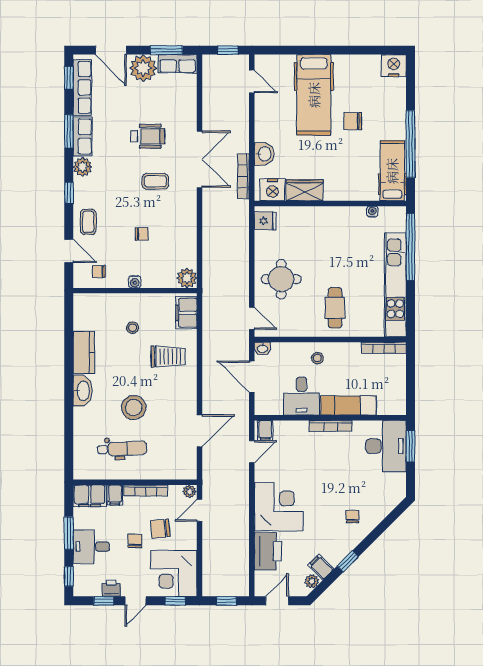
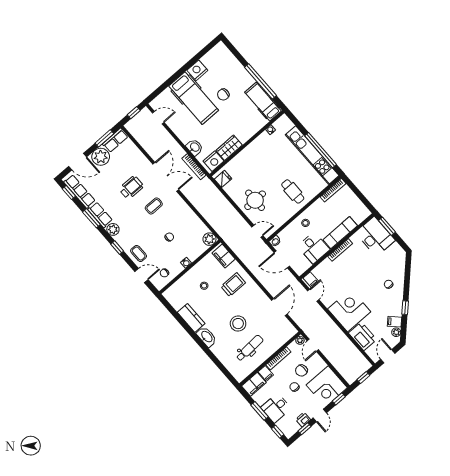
nightstand: (394, 66) -> (197, 70), moved
window: (410, 247) -> (321, 150), moved

